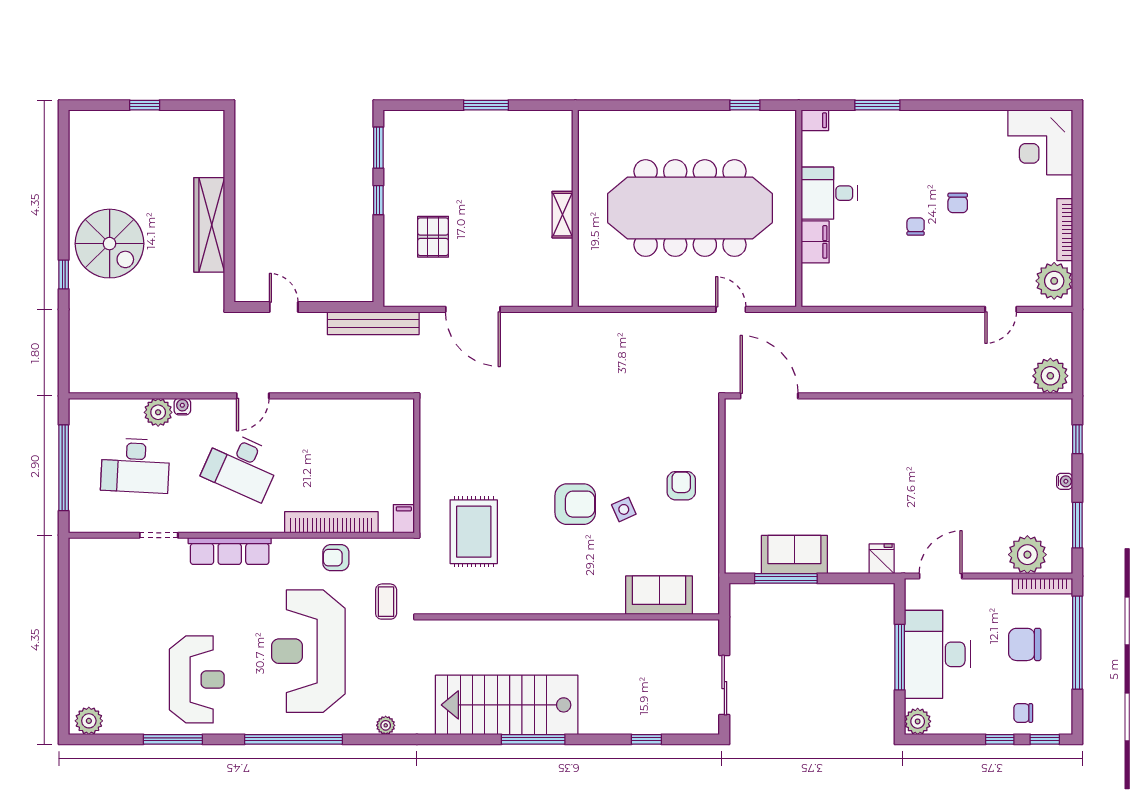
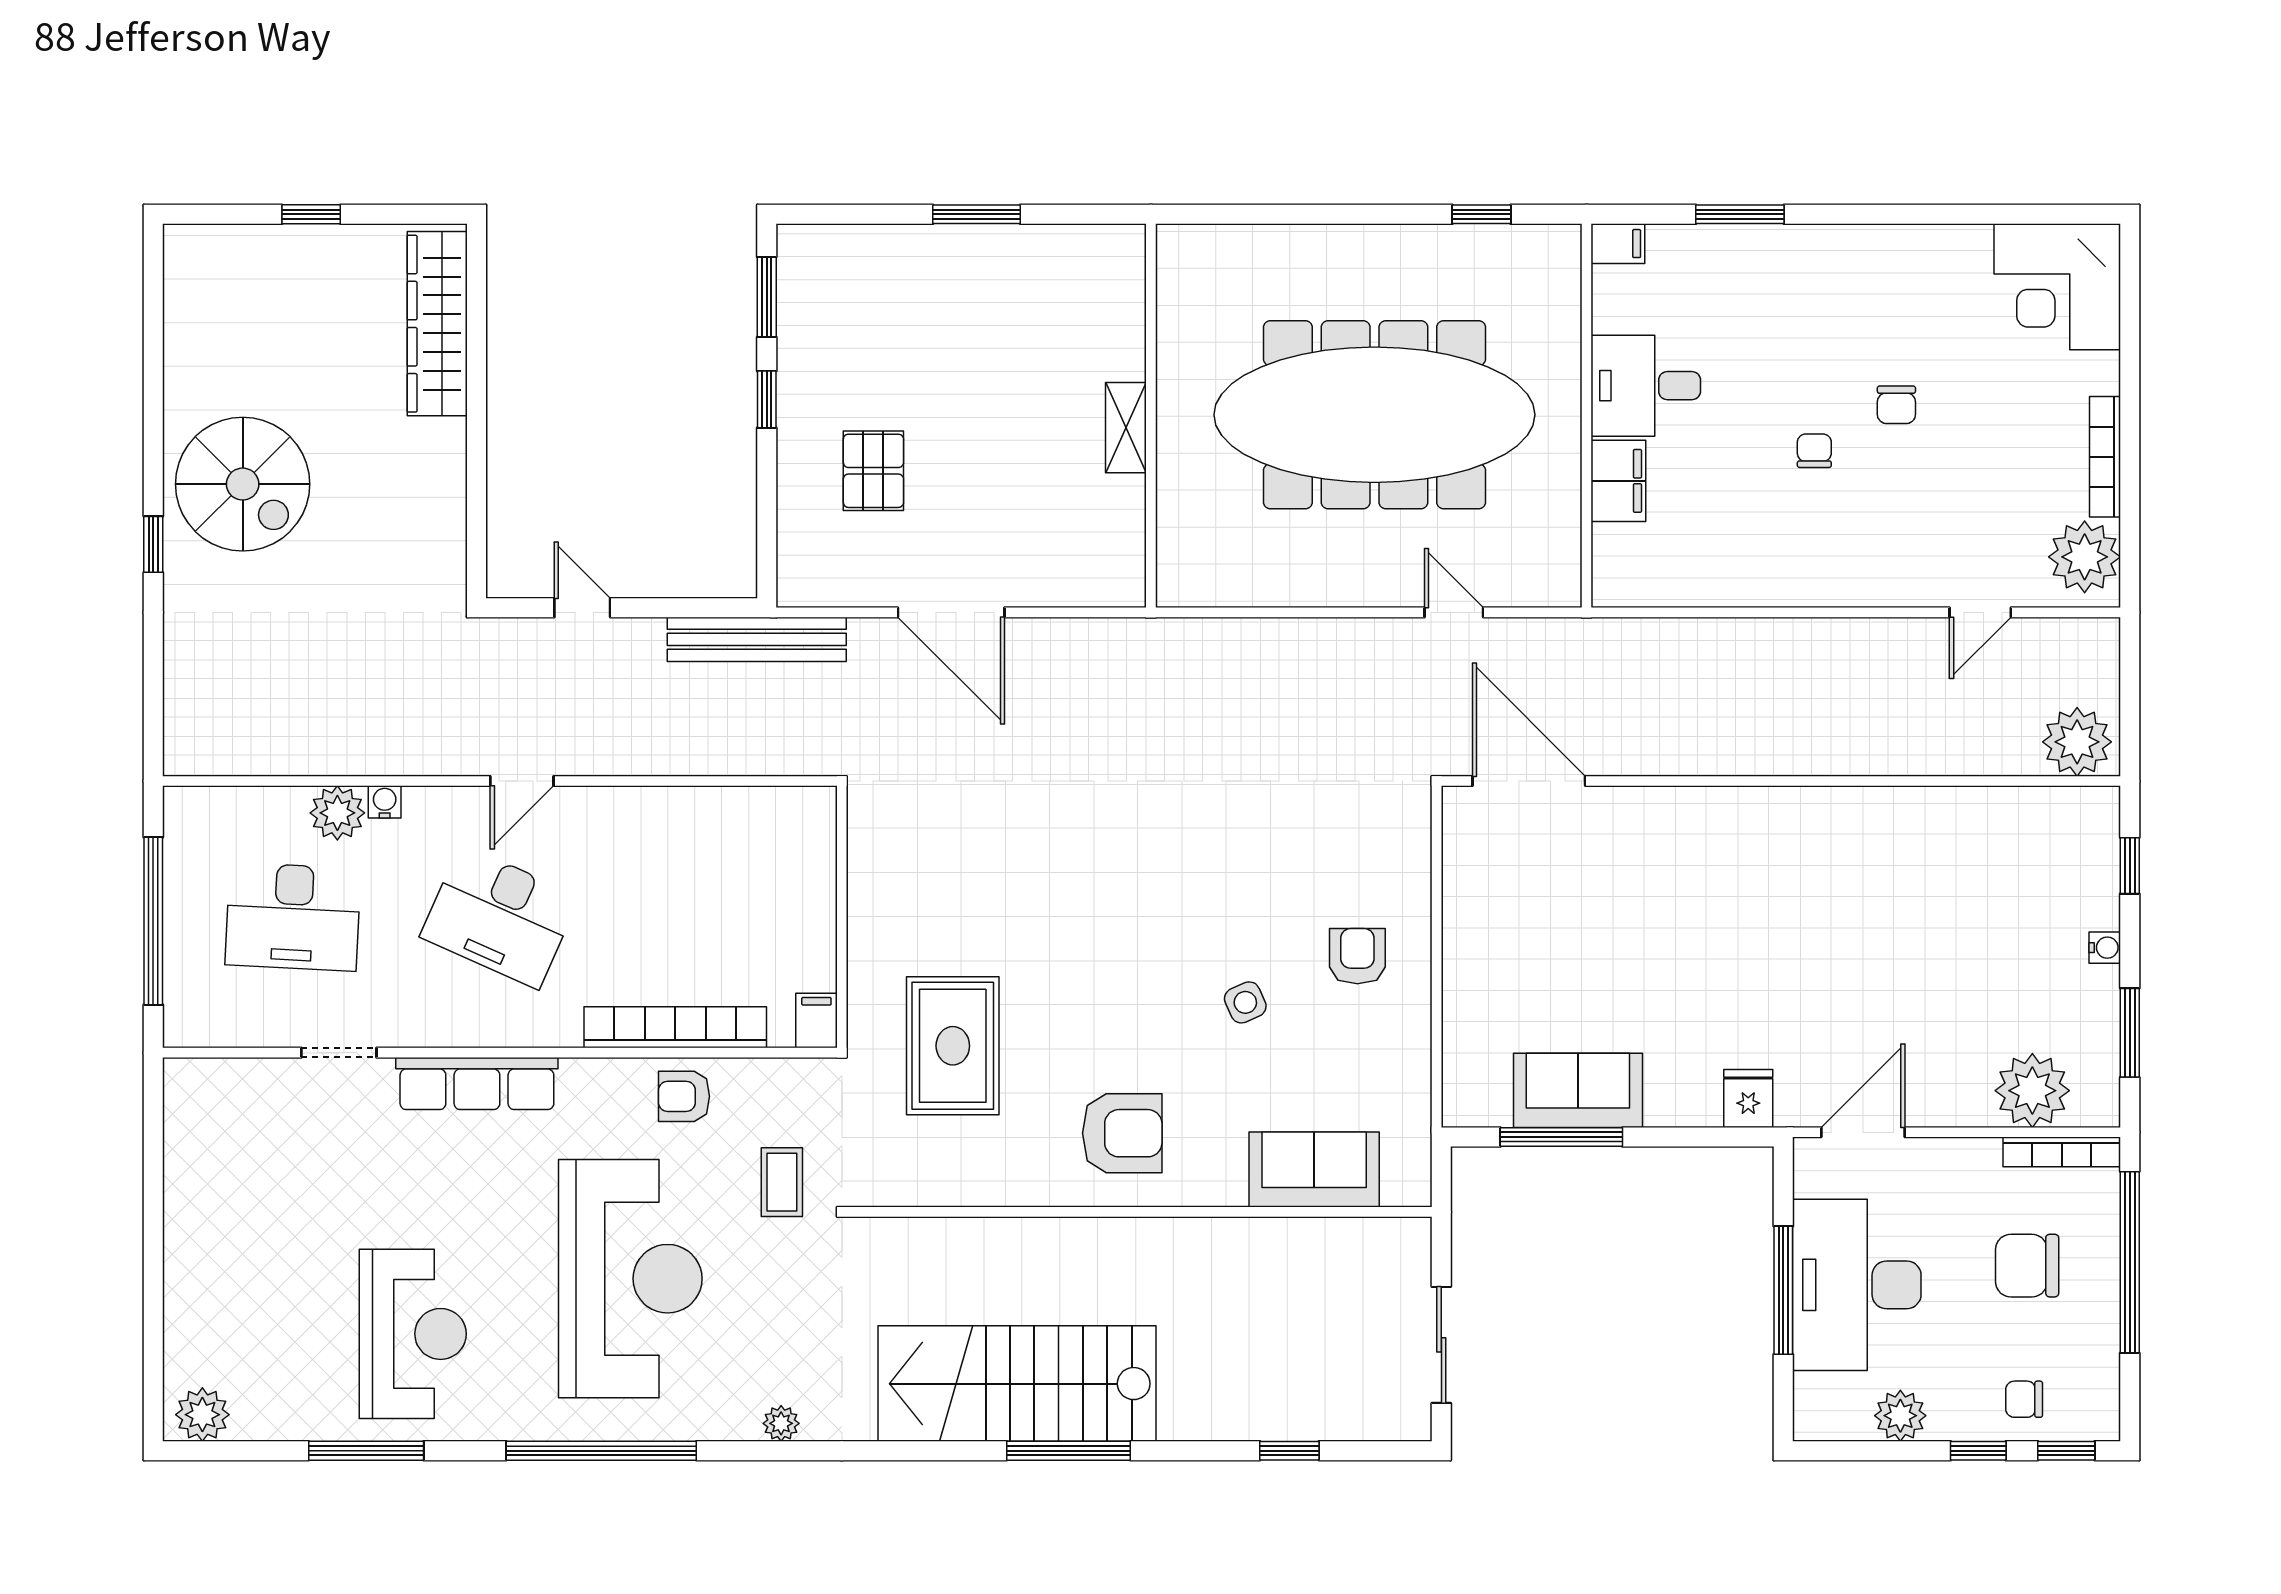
wardrobe: (209, 225) -> (437, 324), moved
armchair: (575, 504) -> (1122, 1133), moved
reception desk: (308, 651) -> (630, 1279), turned 180
plant: (918, 721) -> (1900, 1416), moved

